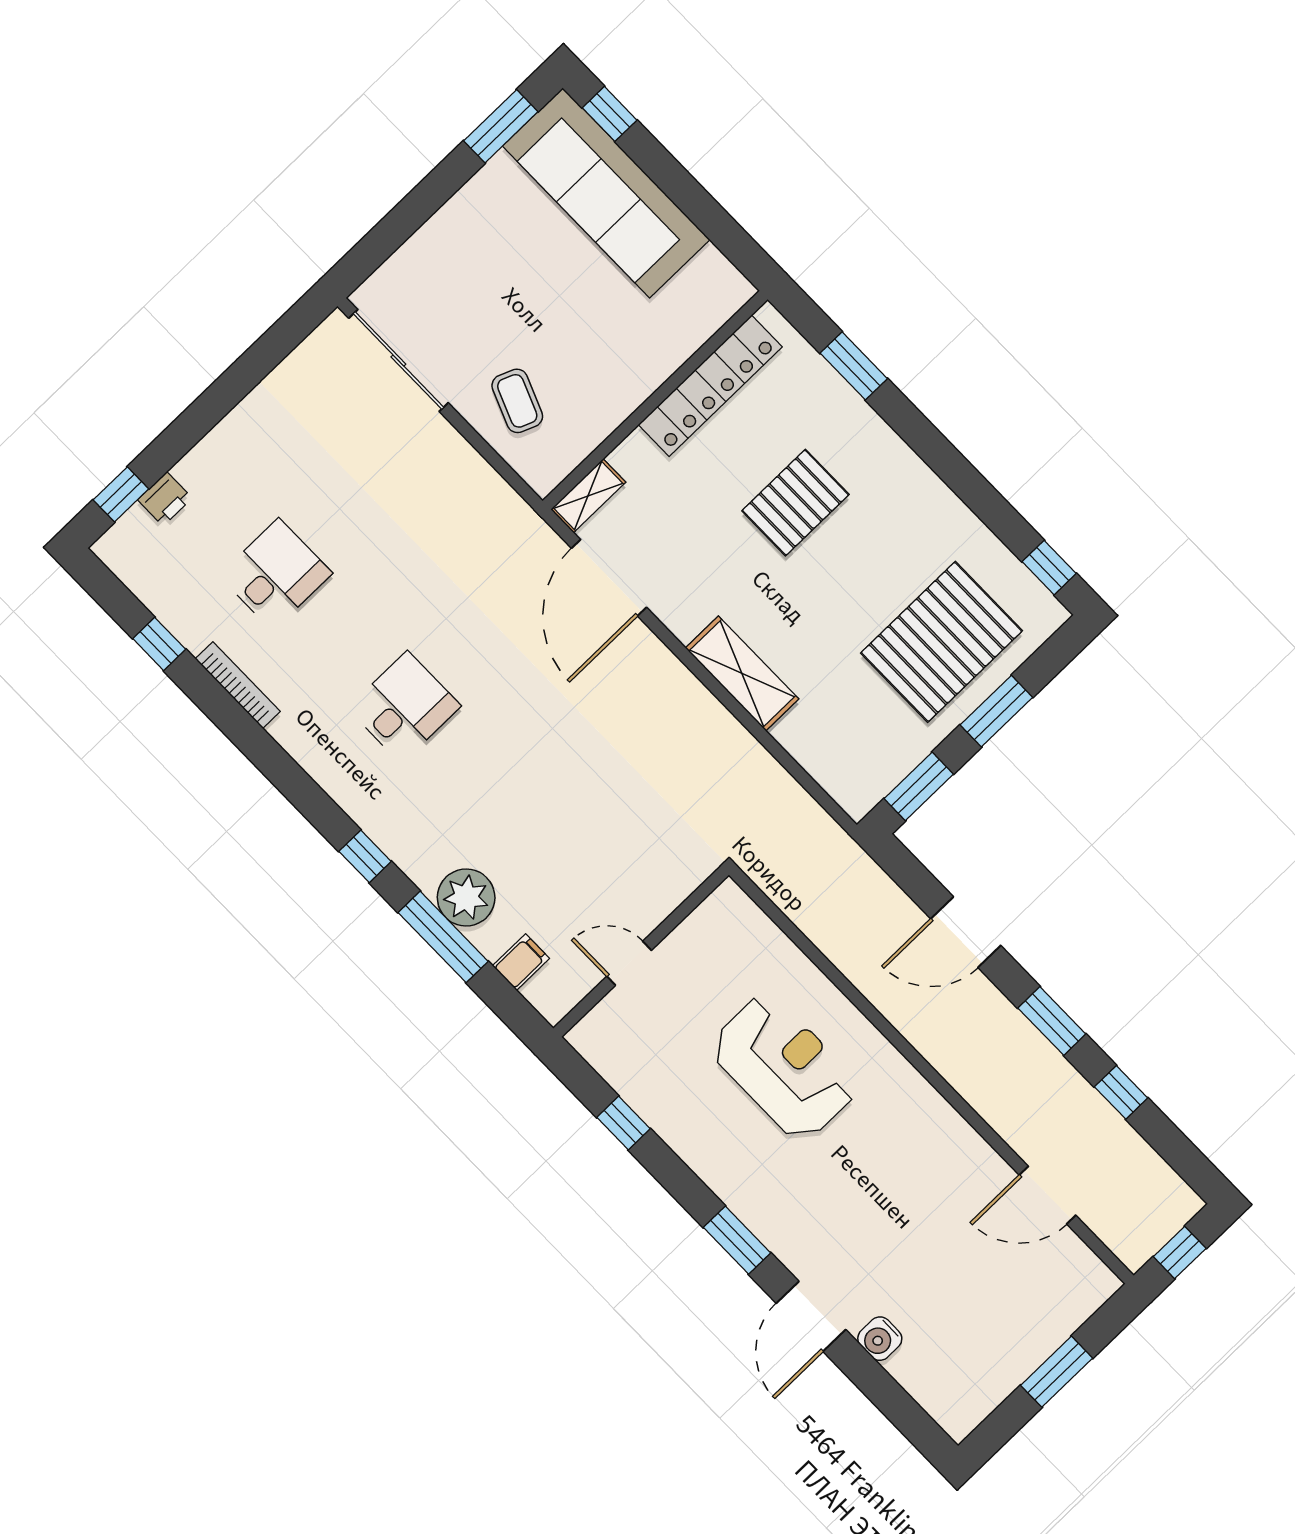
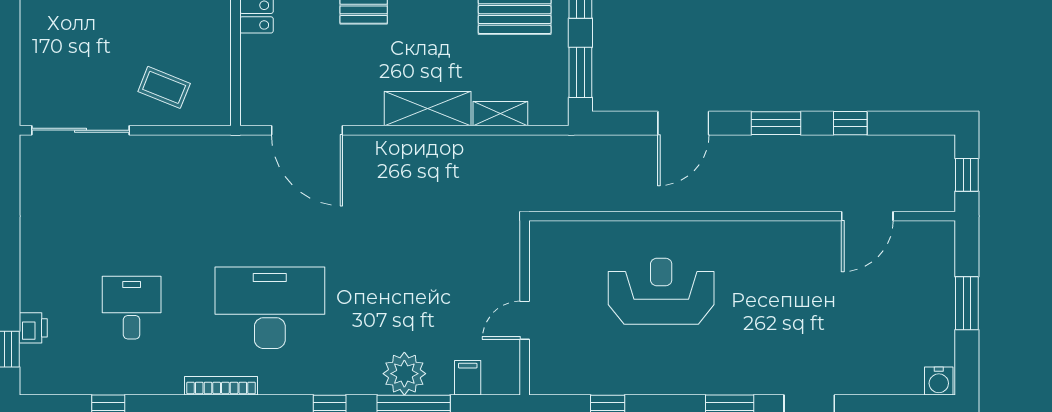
shelving: (588, 496) -> (500, 114), moved, turned 90
bookcase: (238, 685) -> (221, 386), moved
desk: (404, 707) -> (270, 308), width x1.87, depth x1.30
water cooler: (880, 1339) -> (939, 381), moved

